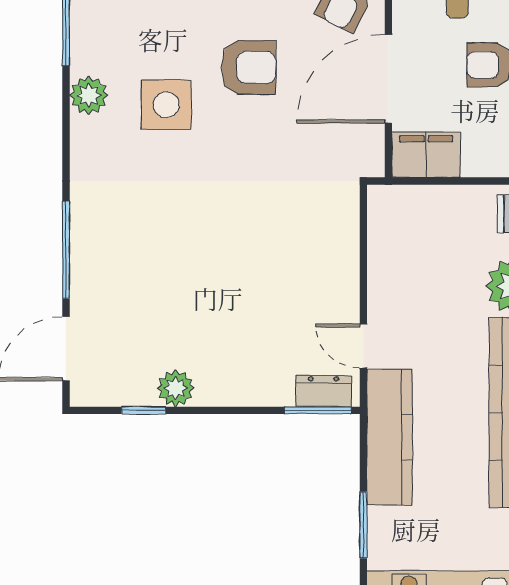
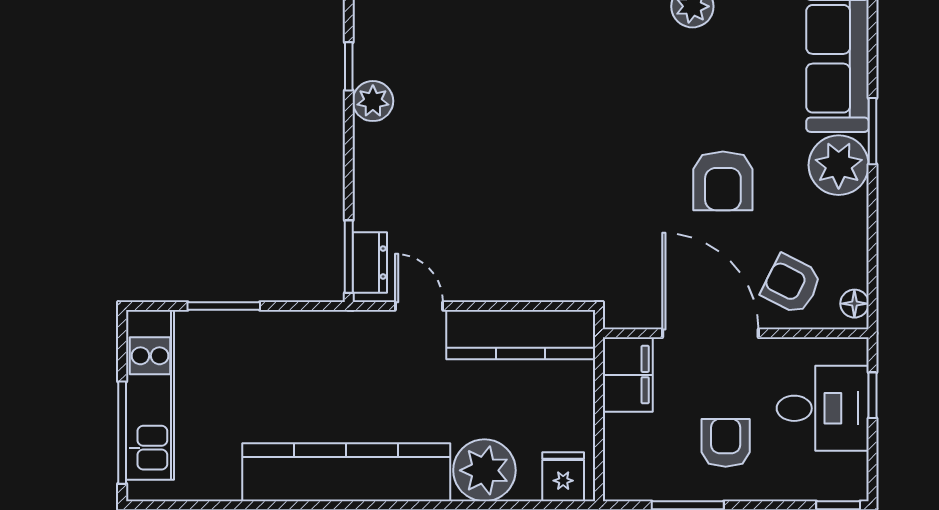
side table: (166, 105) -> (682, 91), removed
door: (363, 346) -> (419, 306), hinge flipped
kitchen counter: (390, 437) -> (521, 335), moved

